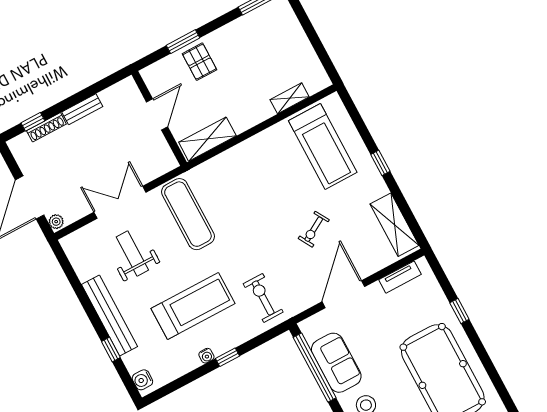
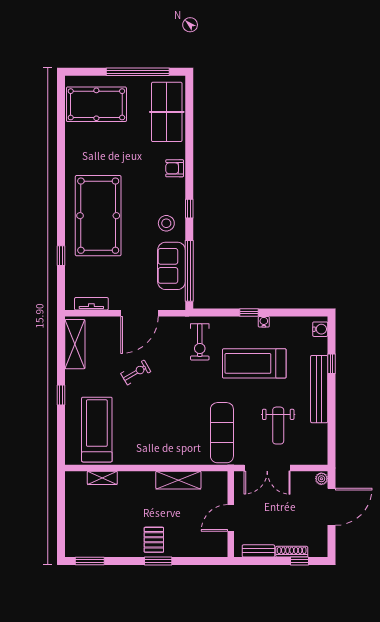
door: (157, 114) -> (231, 518), moved
wall: (159, 118) -> (231, 514), moved

